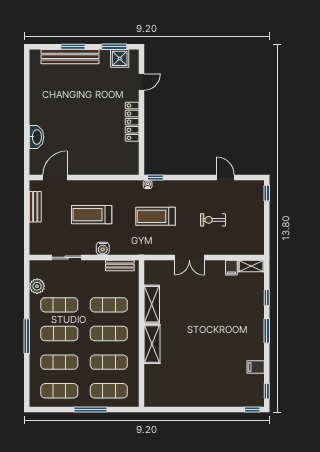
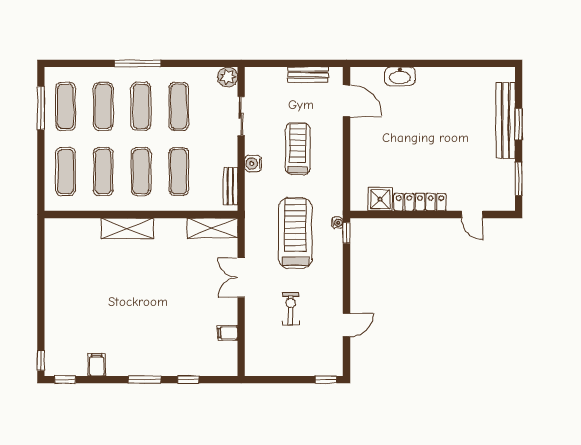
shower: (120, 58) -> (380, 199), moved
treadmill: (156, 216) -> (295, 233), width x1.37, depth x1.38
shelving: (251, 266) -> (230, 359), removed
plant: (37, 286) -> (228, 77), moved
shelving: (152, 304) -> (212, 228), moved
window: (90, 410) -> (41, 108), moved

